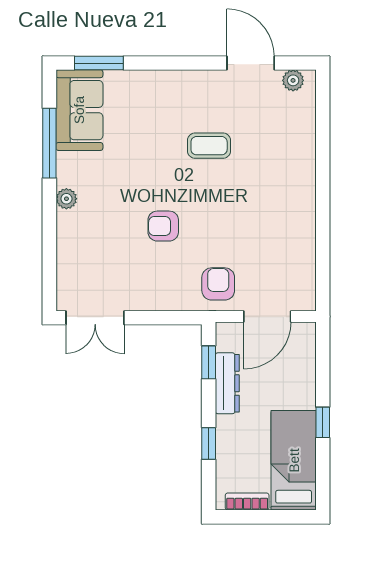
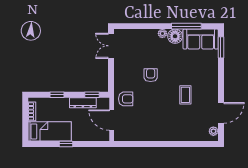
floor lamp: (73, 169) -> (175, 36), added

